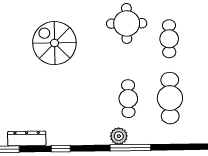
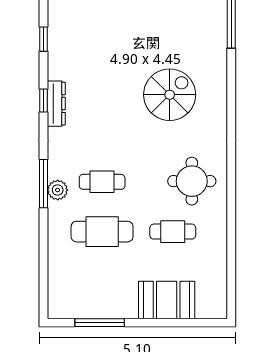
plant: (119, 136) -> (58, 190), moved
dresser: (27, 138) -> (56, 104), moved

